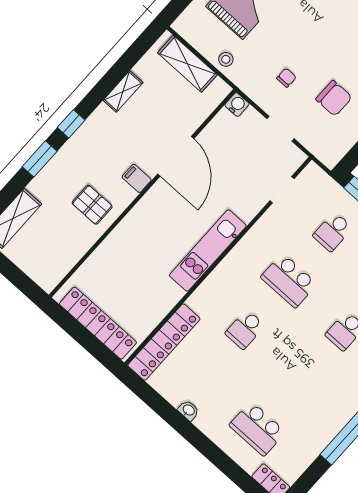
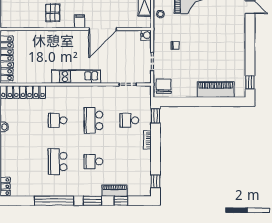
chair: (334, 98) -> (164, 86), moved, turned 180
school desk: (257, 429) -> (58, 162), moved

